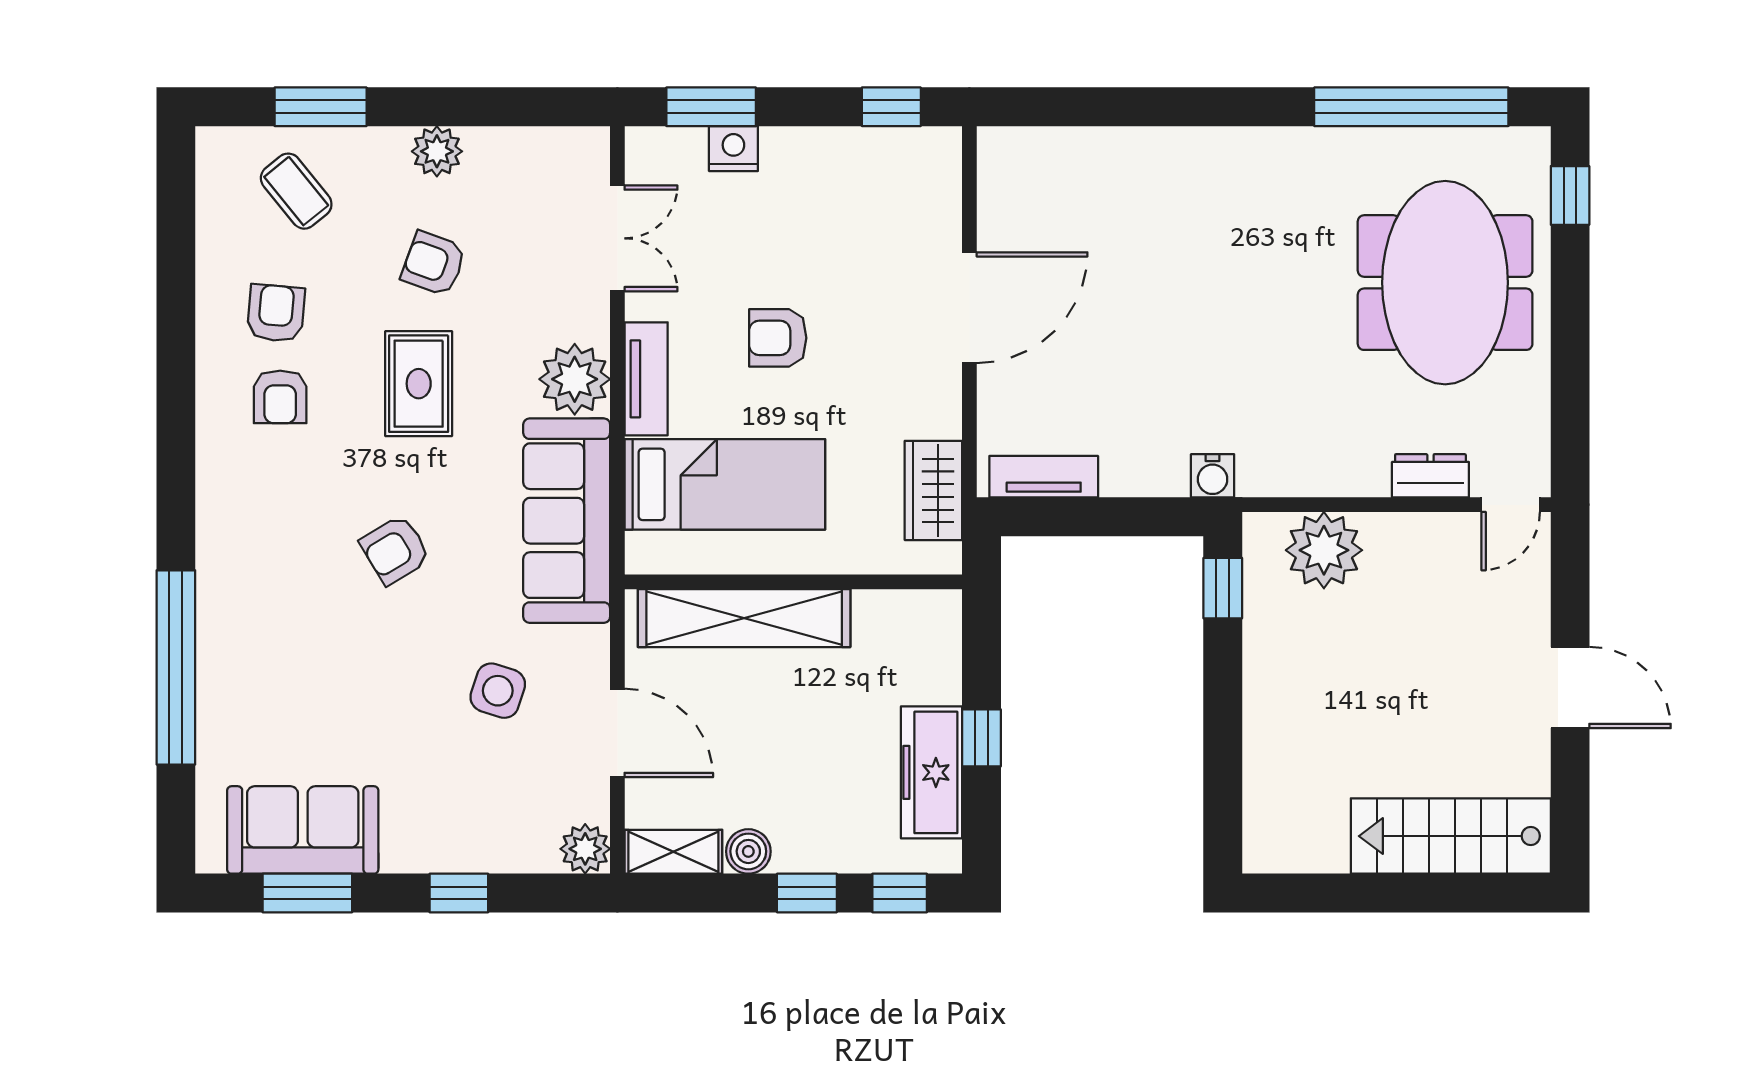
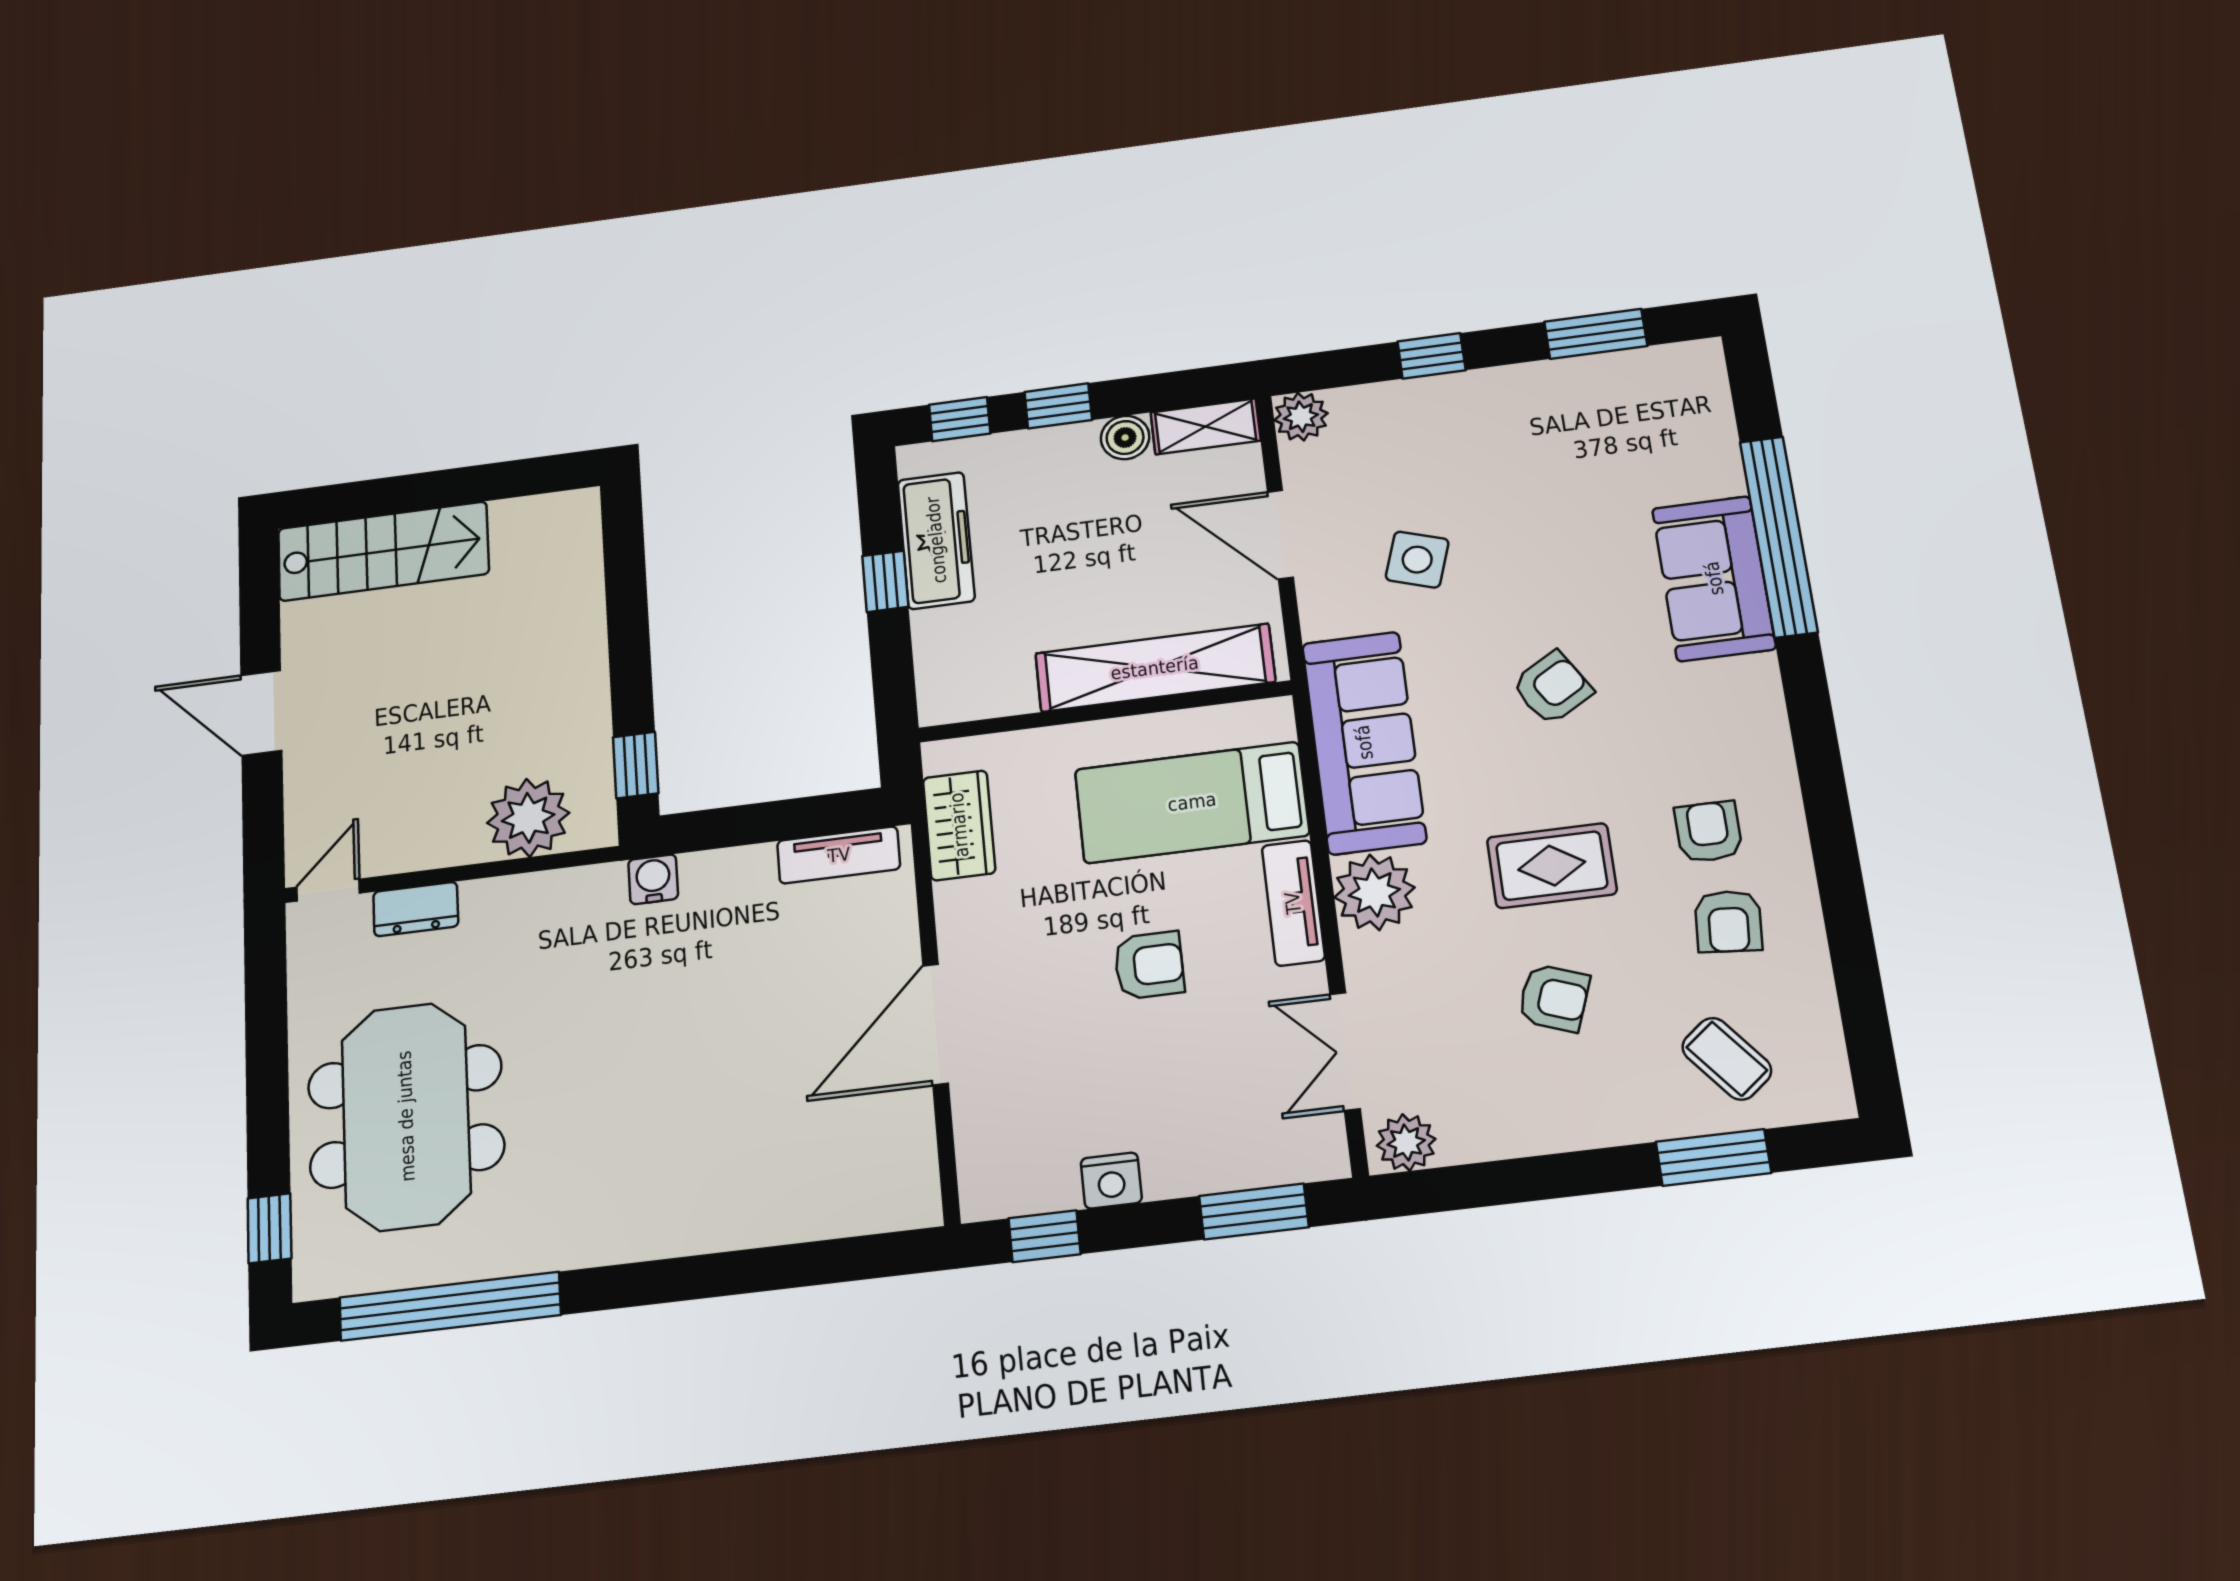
nightstand: (733, 149) -> (1111, 1181), moved
plant: (437, 151) -> (1406, 1142), moved
rug: (419, 384) -> (1552, 866), turned 90
sofa: (303, 830) -> (1714, 578), moved, turned 90

